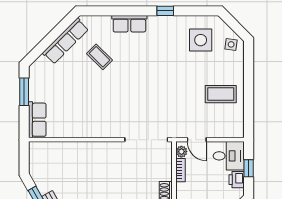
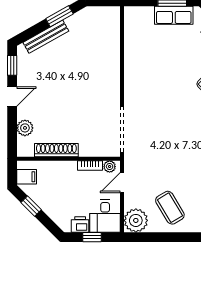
coffee table: (221, 94) -> (170, 208), turned -31
row of seats: (37, 120) -> (174, 15), moved
plant: (233, 127) -> (136, 220), added

